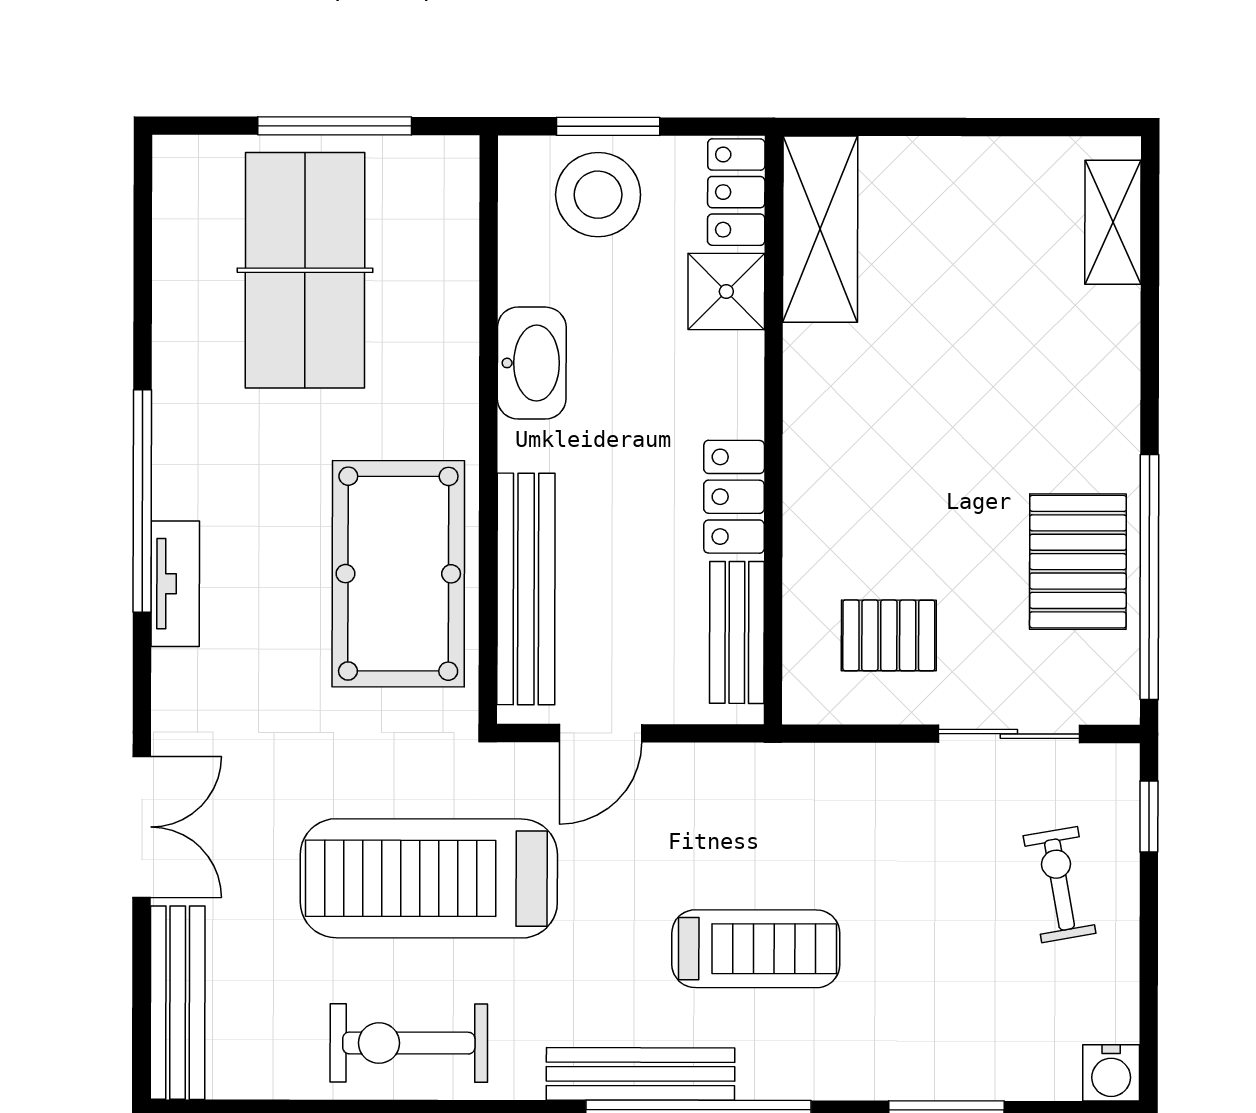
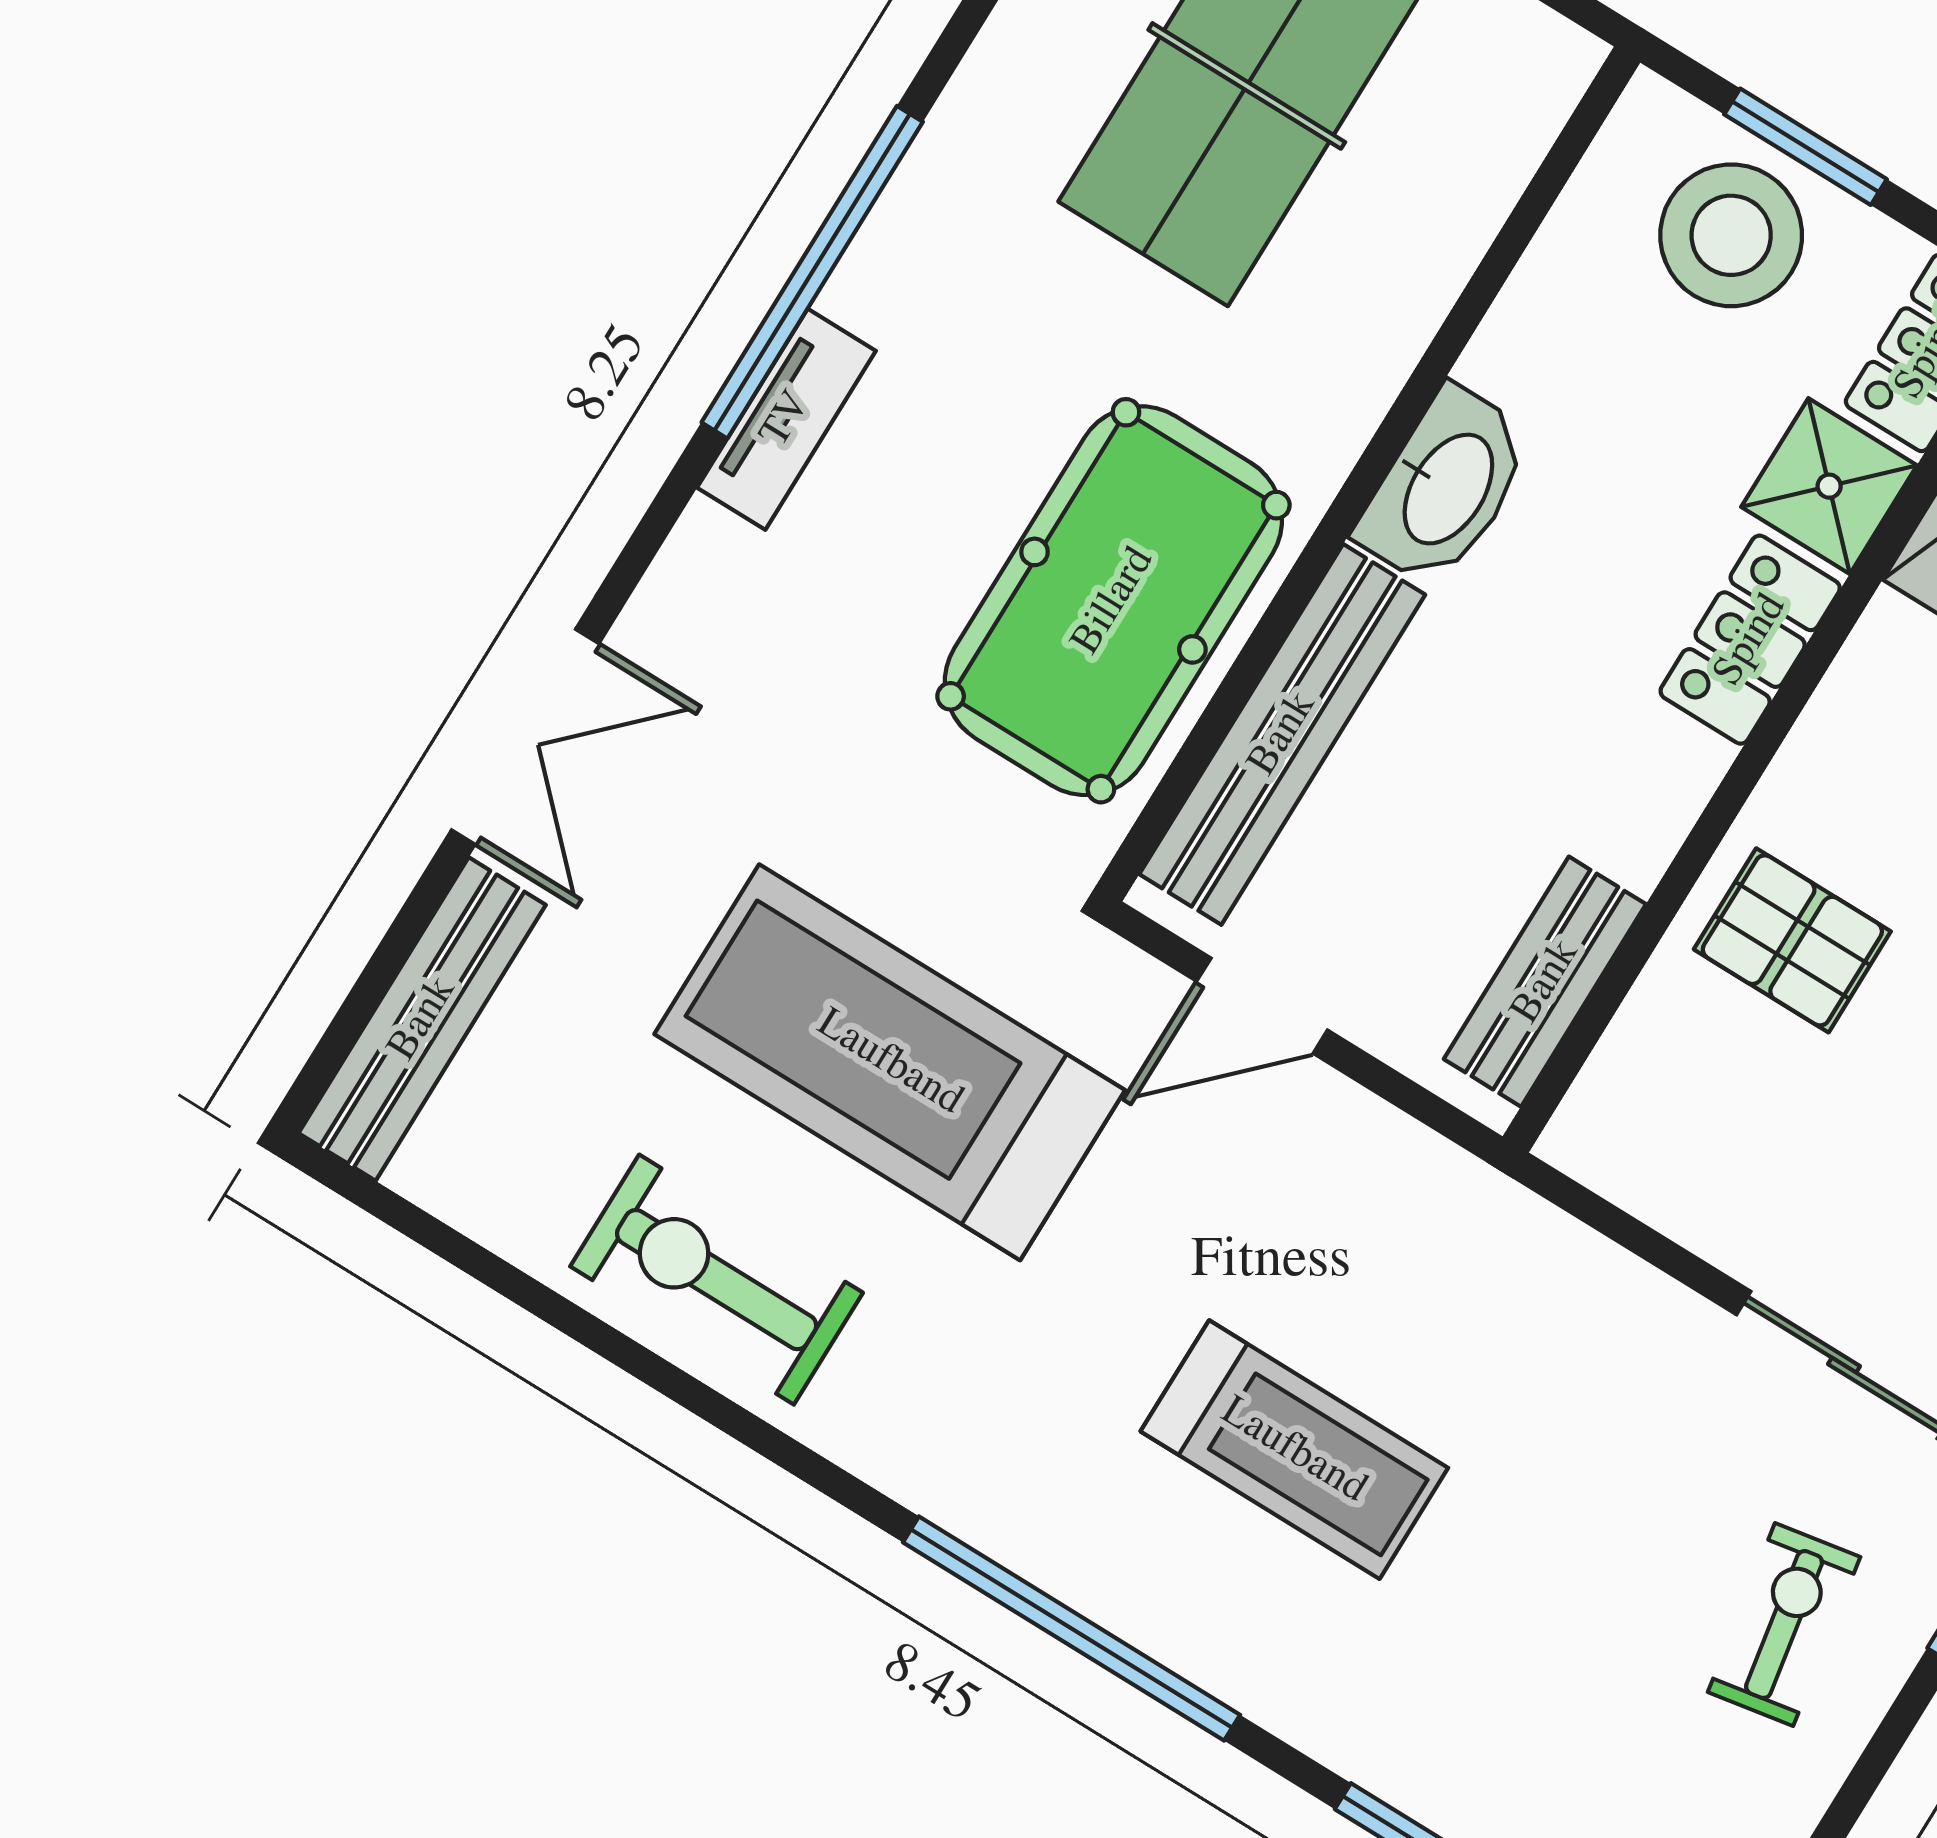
washbasin: (532, 363) -> (1446, 487), moved
locker: (734, 497) -> (1750, 640), moved
pallet: (889, 635) -> (1792, 940), moved
bench: (640, 1074) -> (1020, 1527), removed

